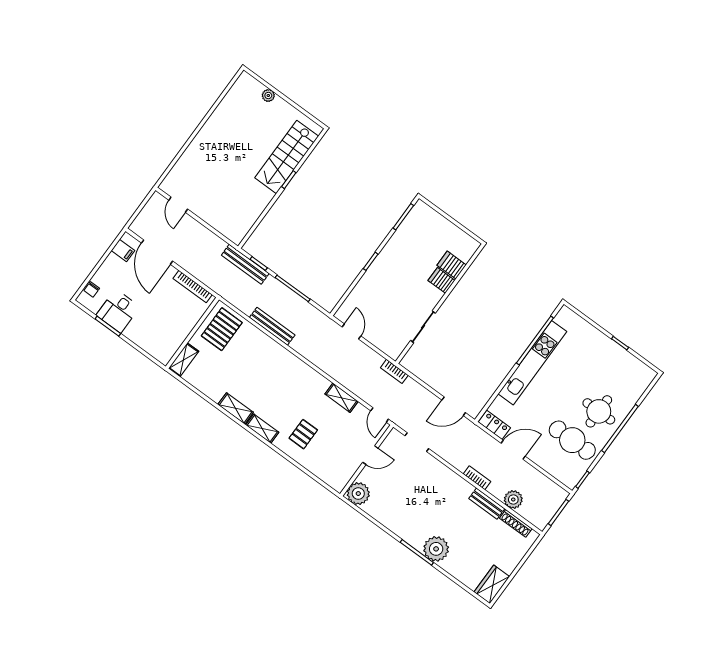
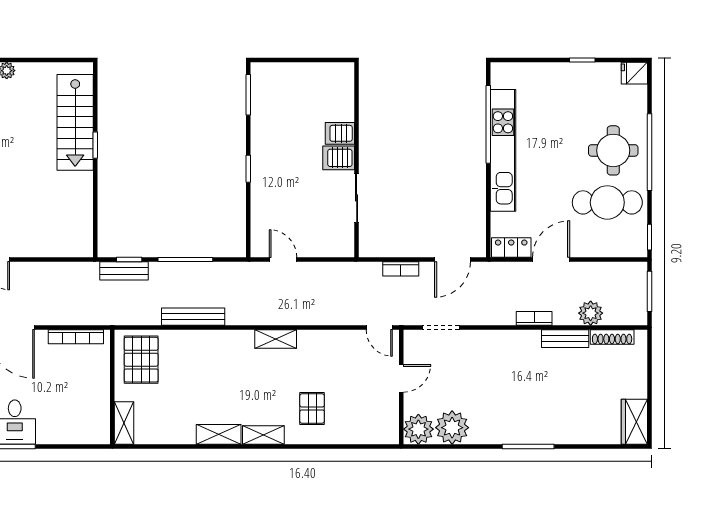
bench: (245, 264) -> (124, 271), width x0.73
server rack: (452, 265) -> (339, 158), moved
bookcase: (394, 371) -> (401, 269), moved
fridge: (646, 374) -> (634, 73), added
shelving: (342, 398) -> (276, 339), moved
plant: (436, 549) -> (452, 428), moved

